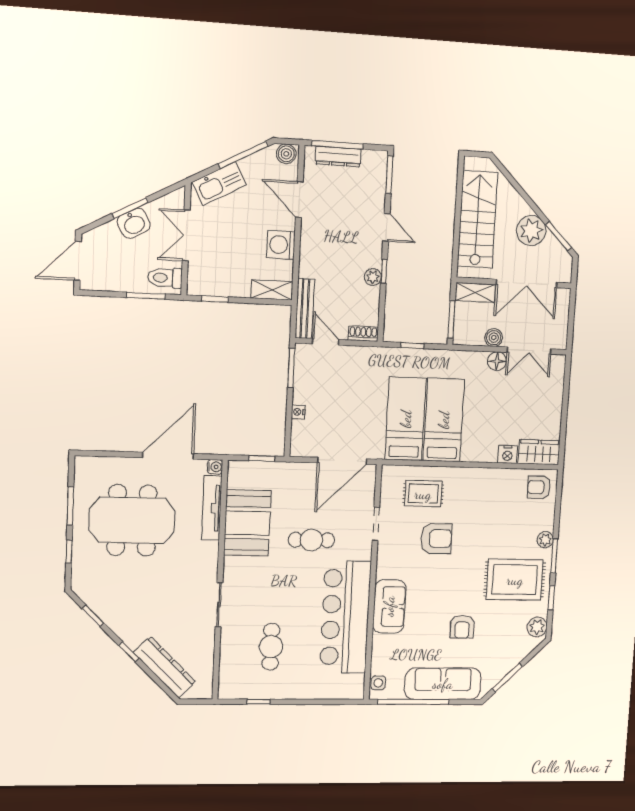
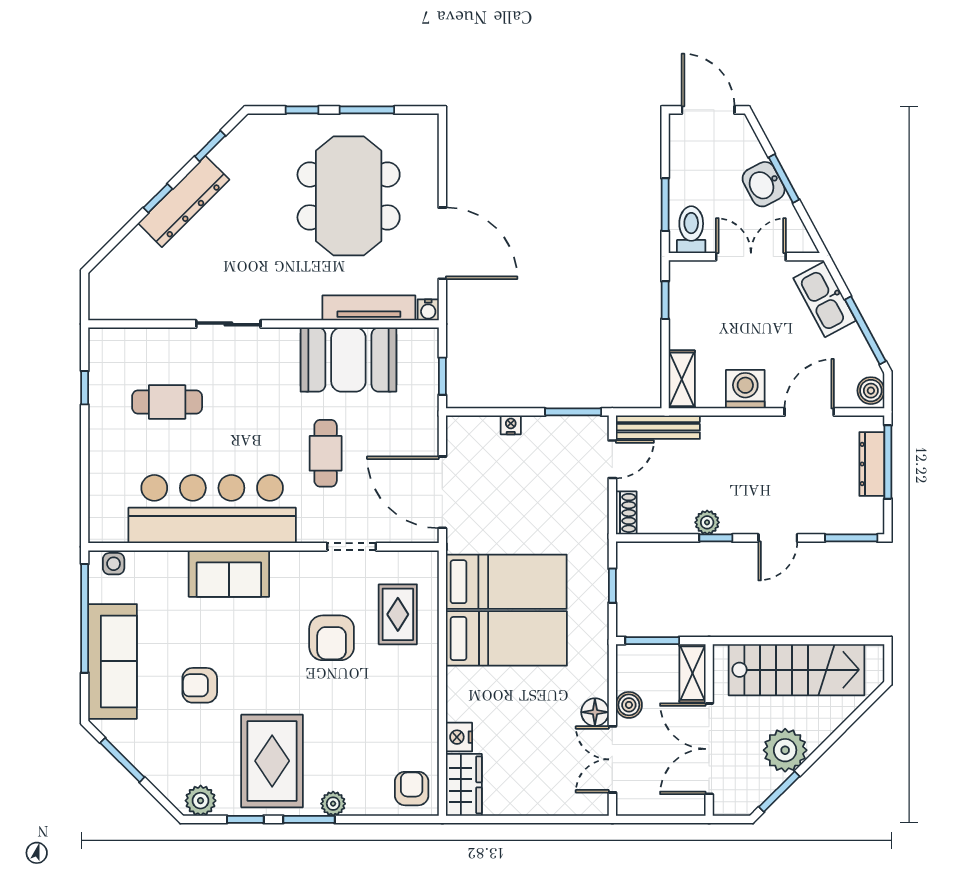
dresser: (165, 667) -> (184, 201), moved

